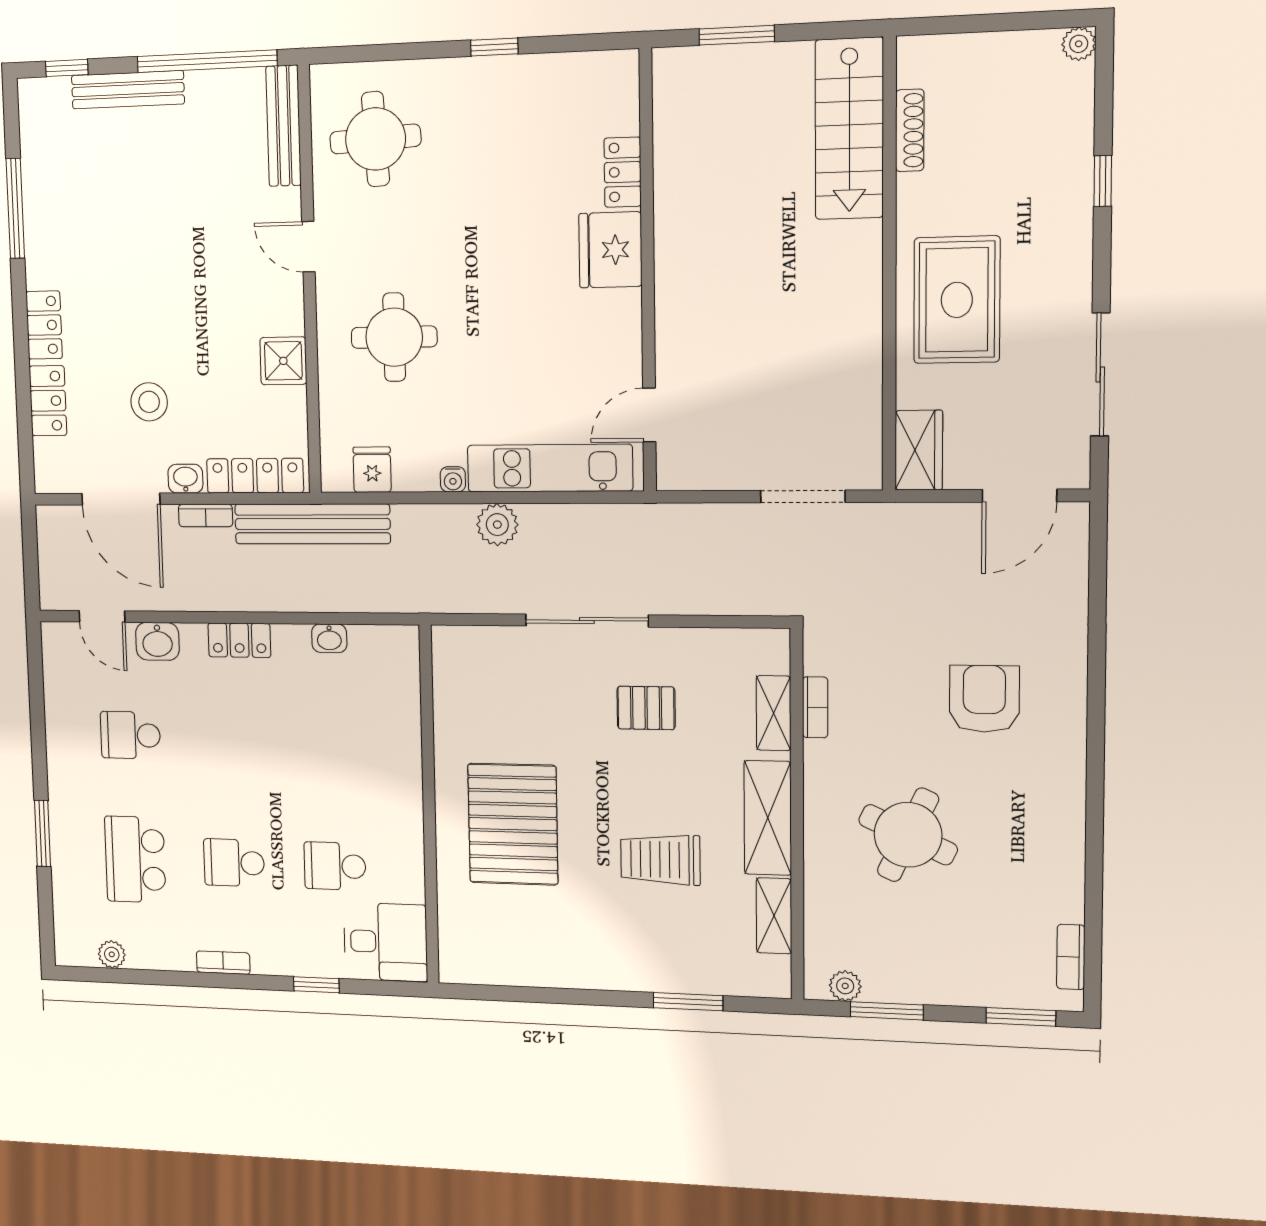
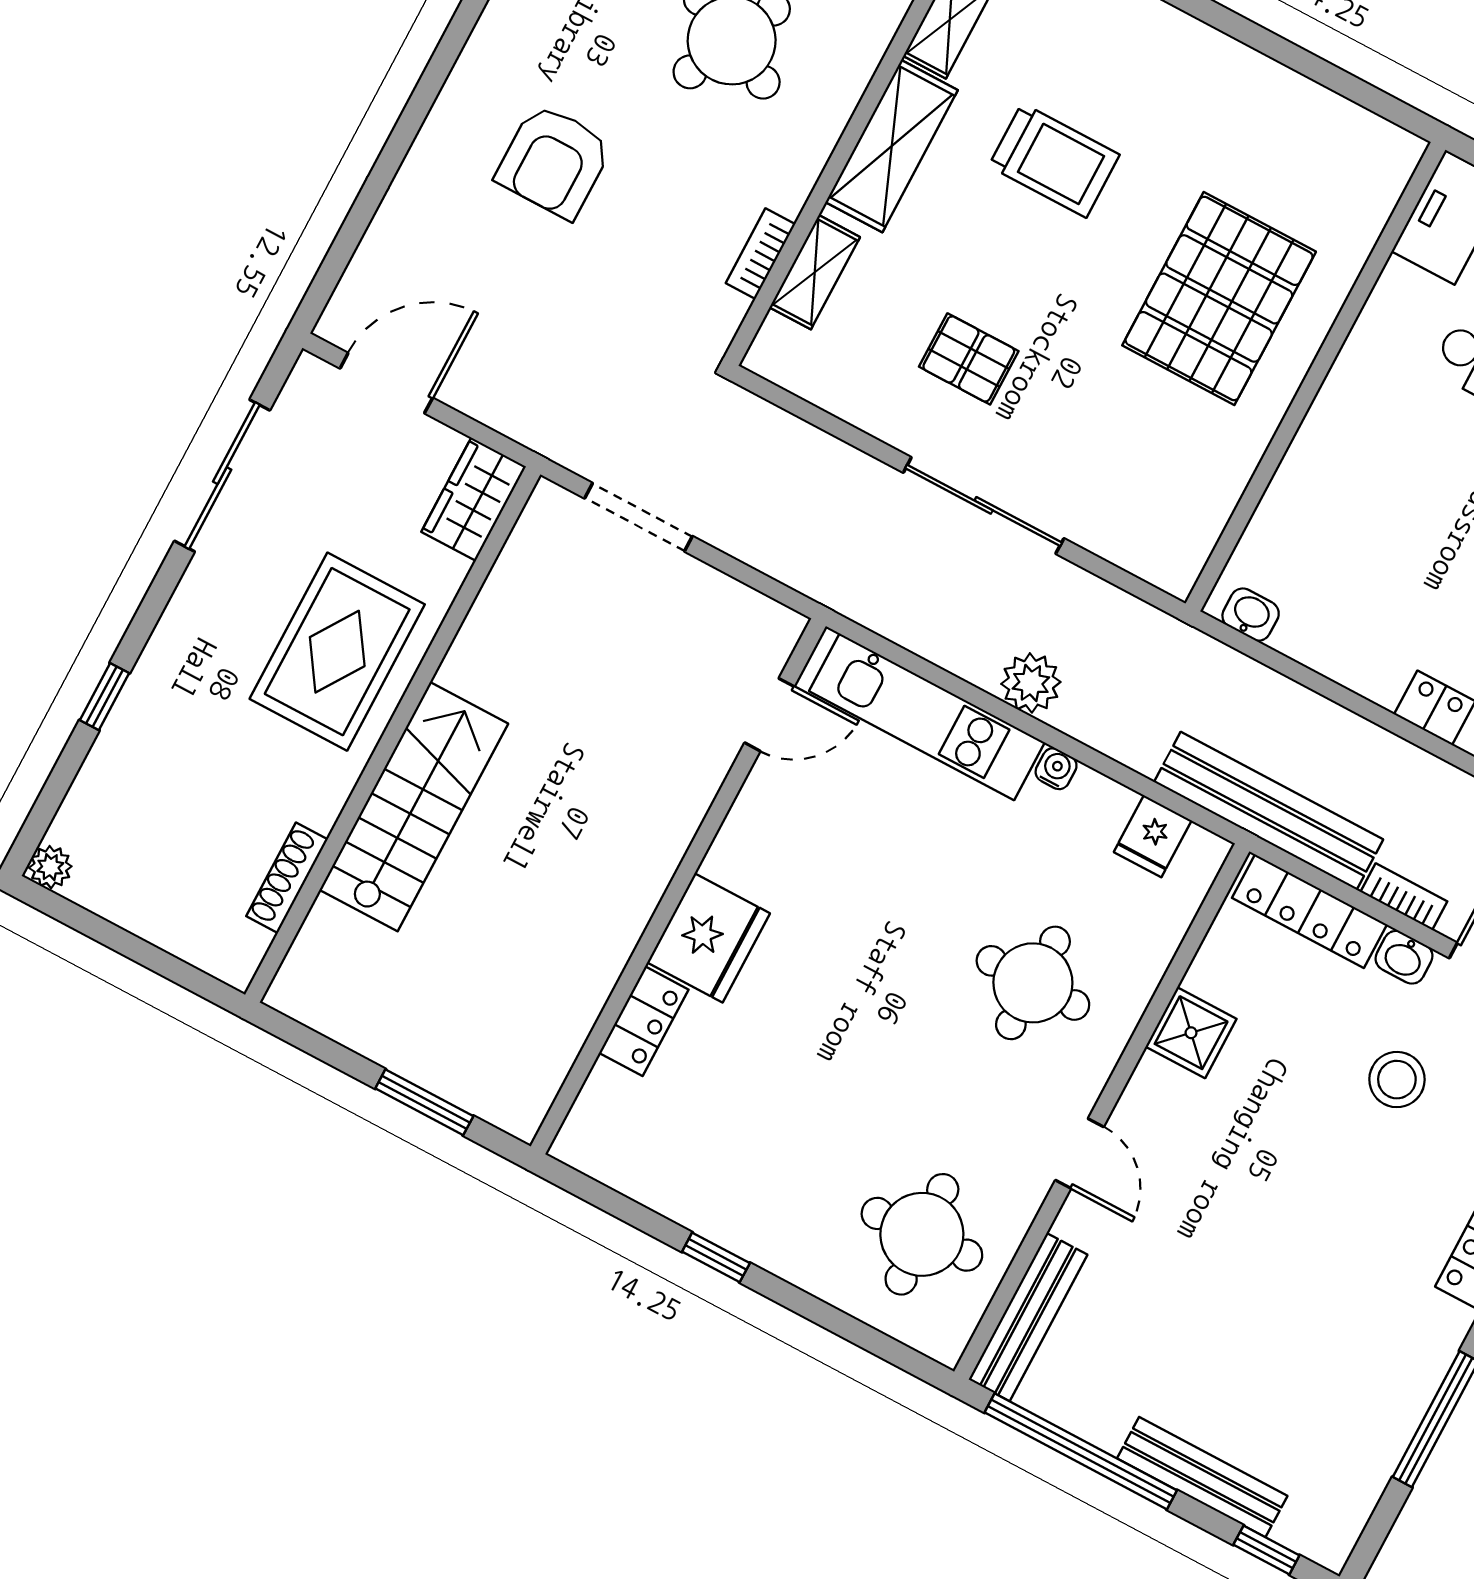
stairs: (849, 129) -> (414, 807), moved
washbasin: (329, 638) -> (1251, 615), moved

